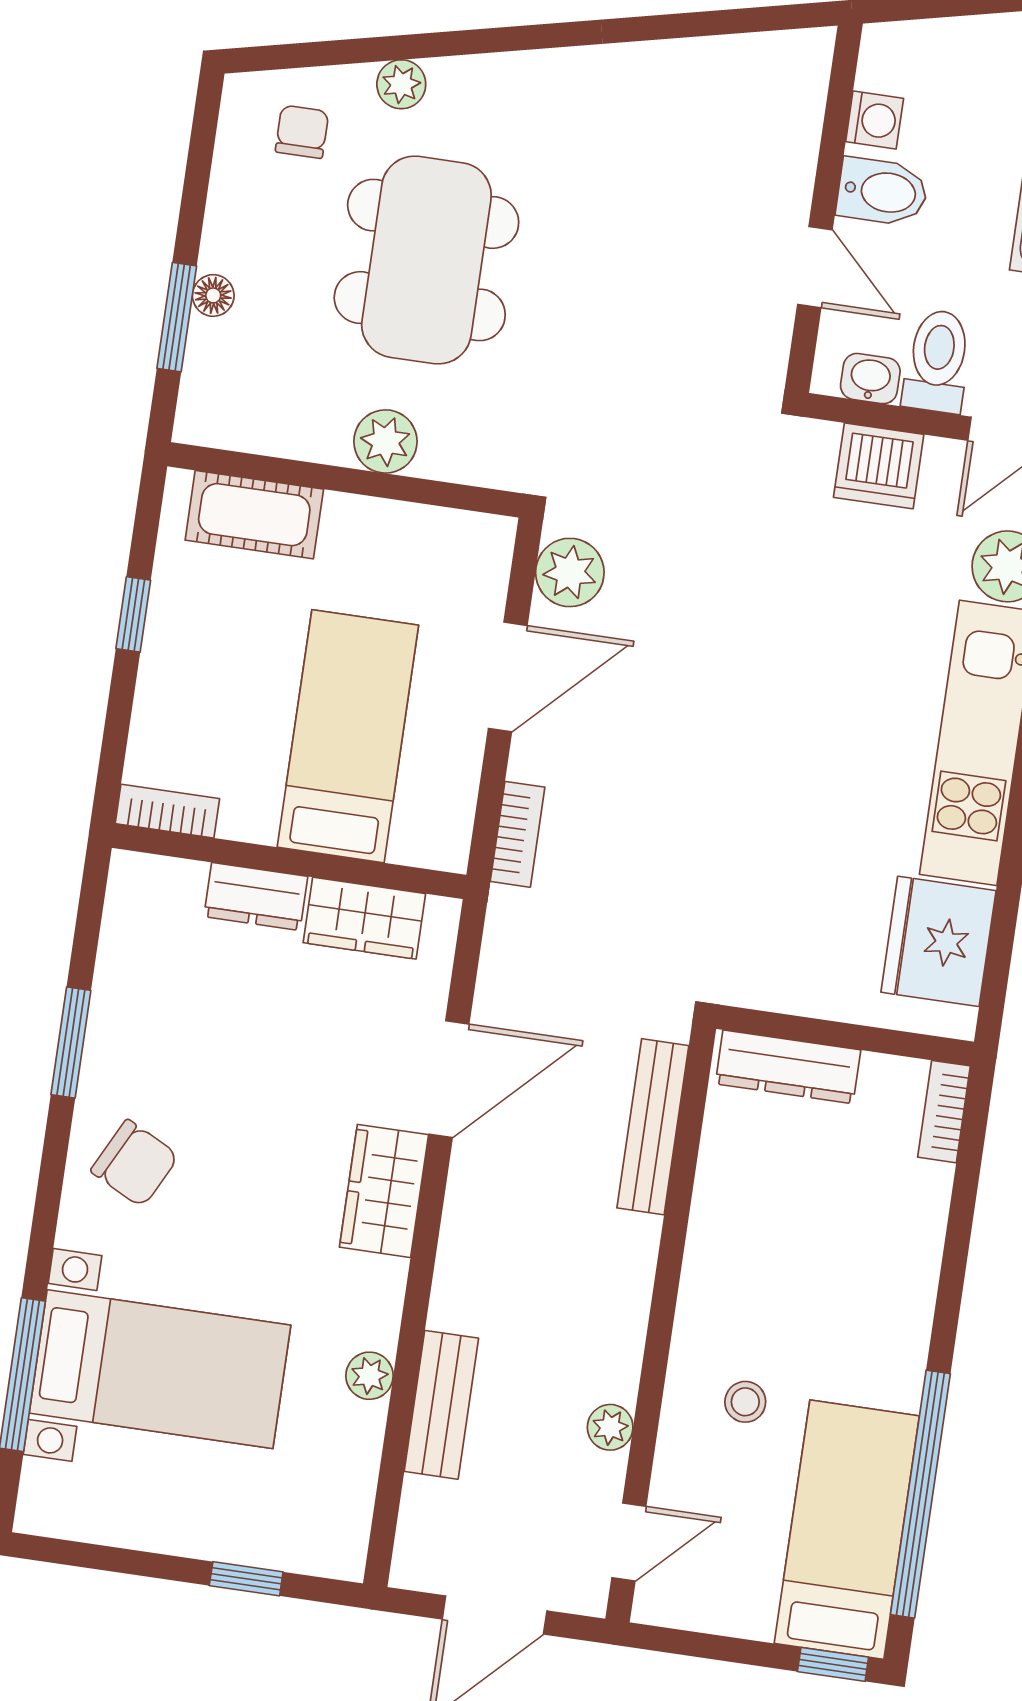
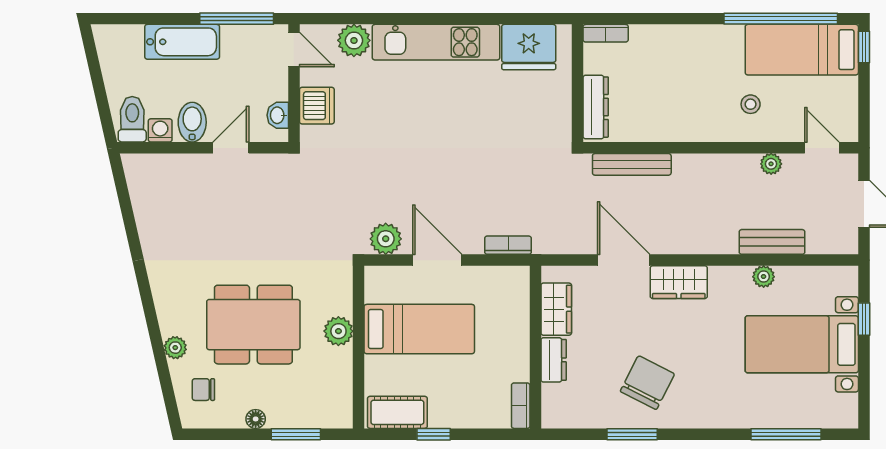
floor lamp: (213, 295) -> (256, 419), moved
toilet: (937, 361) -> (132, 119), moved, turned 90
cot: (254, 515) -> (397, 412), moved, turned 90
bed: (348, 736) -> (419, 329), moved, turned 180
chair: (135, 1163) -> (647, 383), moved, width x1.37, depth x1.37
bed with nightstands: (160, 1369) -> (802, 344), moved, turned -90

